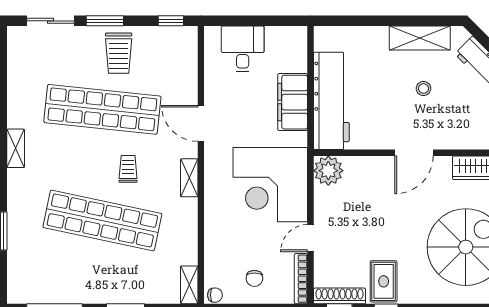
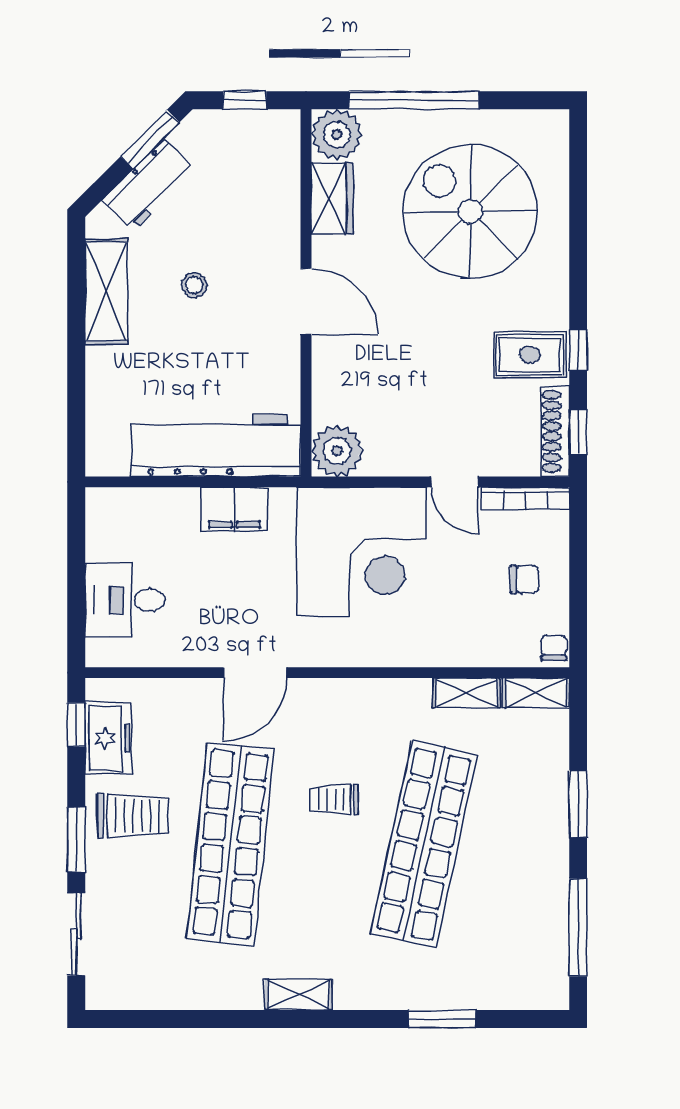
freezer: (163, 39) -> (108, 738), added
filing cabinet: (293, 102) -> (234, 509), width x0.67, depth x0.86
shelving: (189, 178) -> (467, 693), moved

